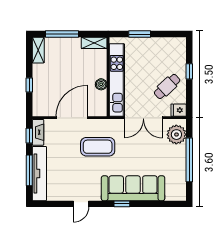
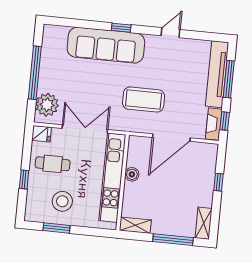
window: (140, 34) -> (56, 228), moved
stool: (156, 56) -> (62, 201), added
cafe table: (167, 86) -> (53, 164), turned 43

